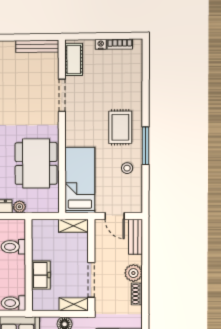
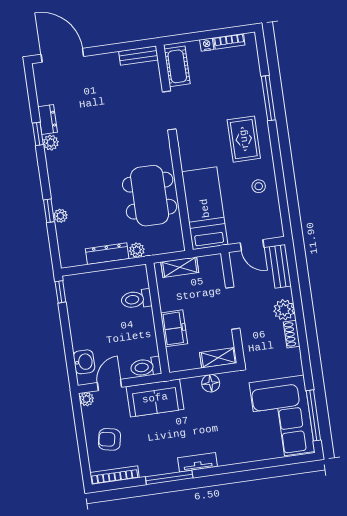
bench: (37, 46) -> (138, 56), width x0.73
window: (145, 146) -> (268, 98), moved
shelving: (73, 226) -> (180, 267), moved
doorway: (91, 280) -> (233, 308), moved

